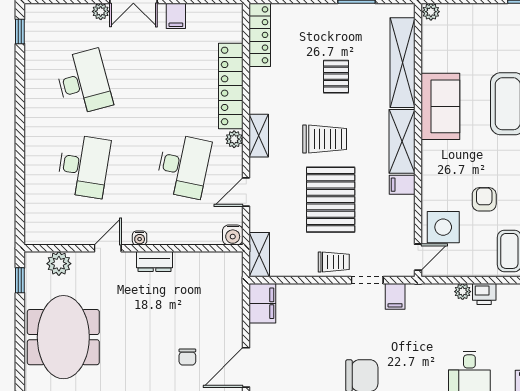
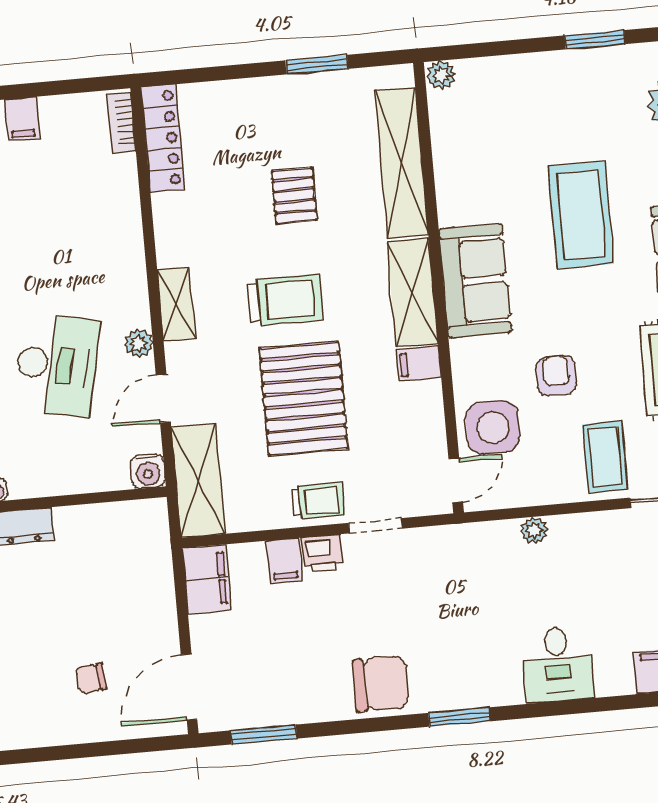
bookcase: (236, 23) -> (122, 123), added
locker: (231, 86) -> (123, 226), removed
sofa: (440, 106) -> (475, 281), moved
plant: (234, 139) -> (139, 343), moved
shelving: (259, 255) -> (198, 481), width x1.50, depth x1.33
printer: (484, 294) -> (322, 553), moved
filing cabinet: (395, 296) -> (284, 561), moved
chair: (187, 357) -> (91, 679), turned 84

